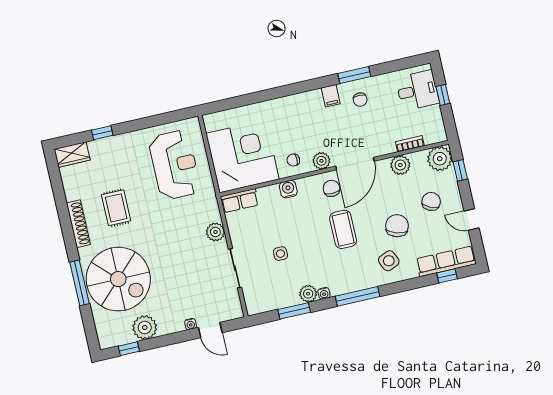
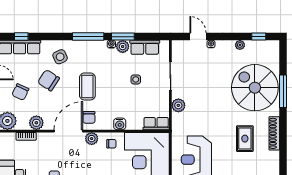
chair: (397, 226) -> (49, 80), turned 106
row of seats: (278, 299) -> (145, 47), added
window: (294, 311) -> (123, 37), moved
plant: (145, 327) -> (240, 45), width x0.53, depth x0.53

